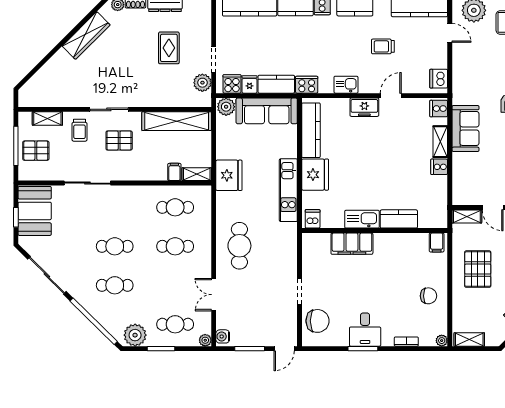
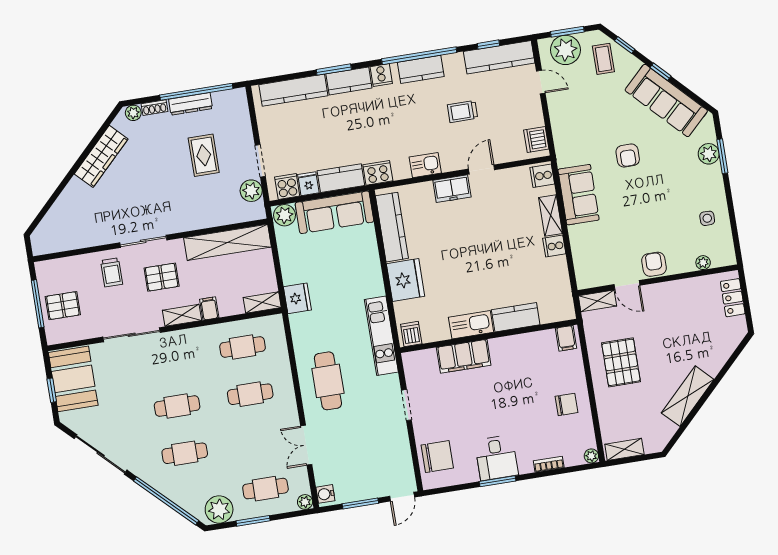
shelving: (47, 118) -> (182, 315), moved
filing cabinet: (174, 172) -> (209, 308), moved
fridge: (229, 175) -> (297, 298), width x0.73, depth x0.75
kitchen unit: (288, 190) -> (381, 336), moved
doorway: (300, 292) -> (406, 405), moved

